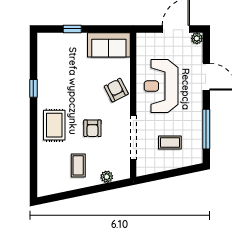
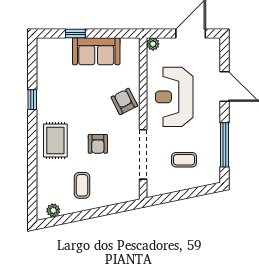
plant: (197, 38) -> (153, 44), moved
sofa: (109, 45) -> (96, 51), moved
plant: (107, 177) -> (53, 210), moved

